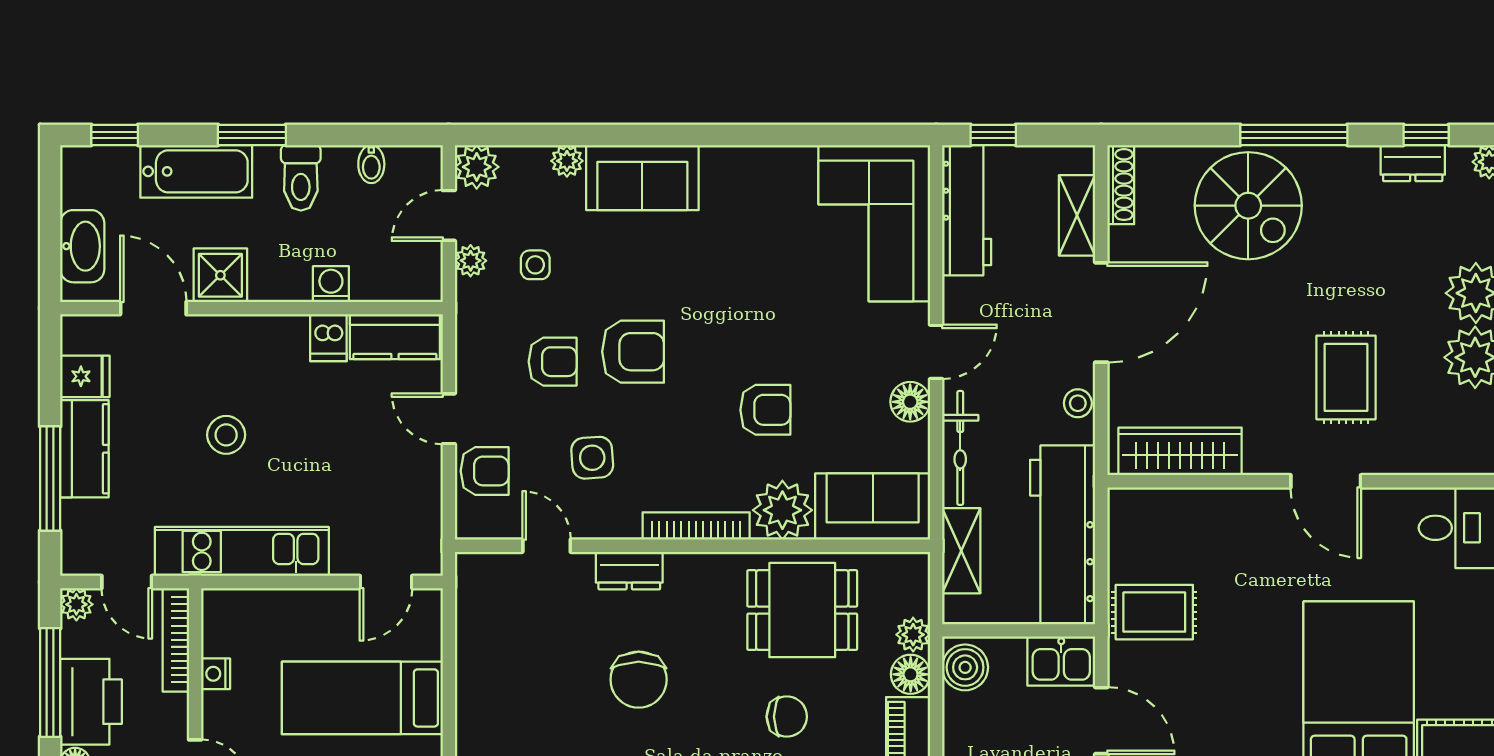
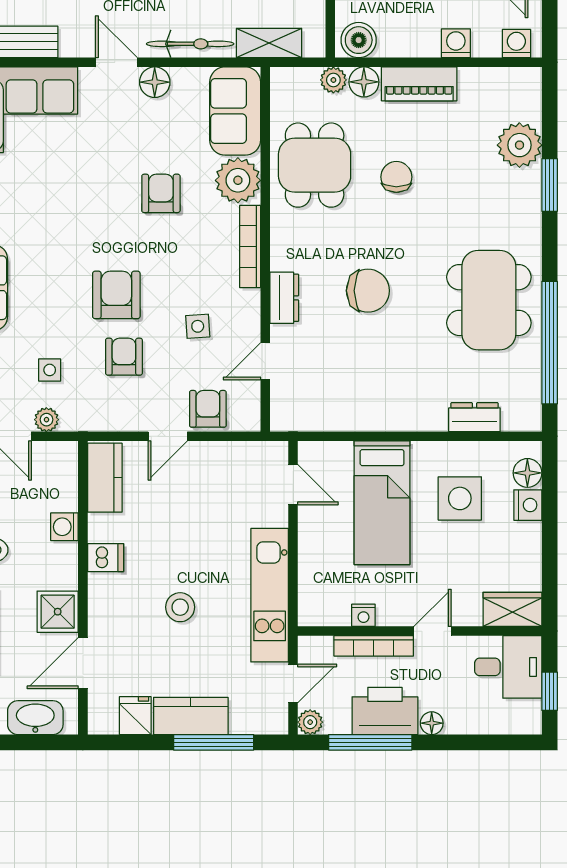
dishwasher: (328, 338) -> (106, 558), moved
side table: (592, 458) -> (198, 326), width x0.73, depth x0.73
bookcase: (176, 640) -> (374, 646), moved

